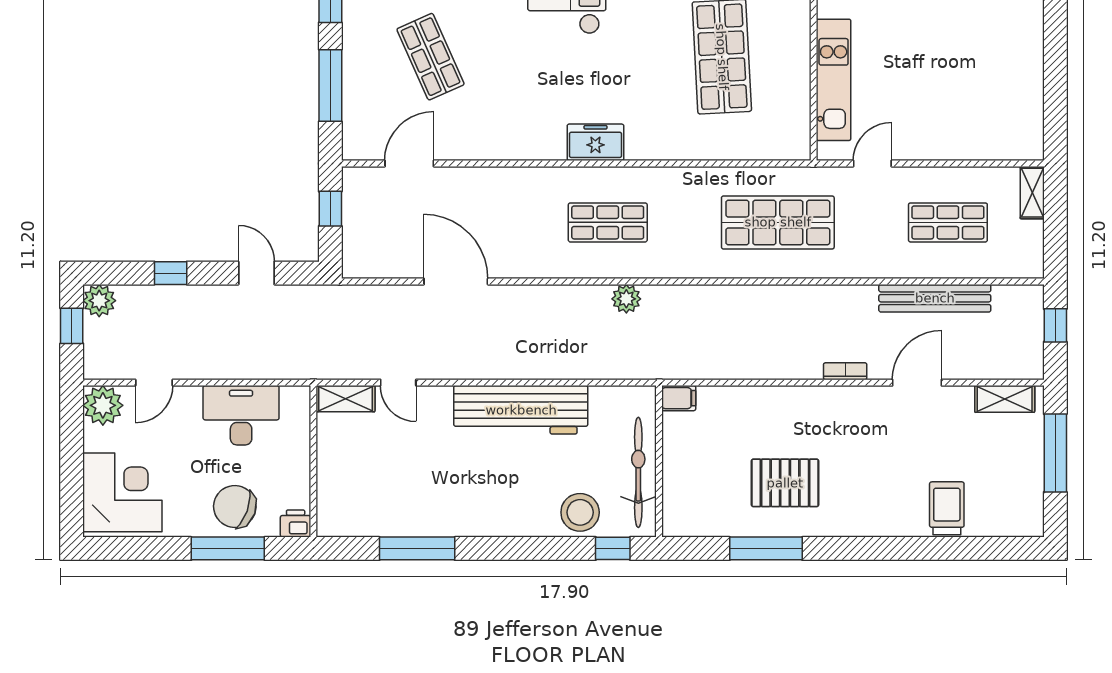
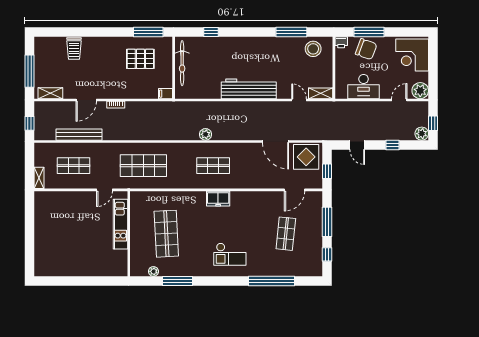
shop shelf: (431, 57) -> (286, 234), turned 30
display table: (381, 244) -> (306, 157), added
filing cabinet: (679, 398) -> (166, 94), moved
wall: (659, 461) -> (174, 68), moved
bicycle: (638, 472) -> (182, 63), moved
stool: (580, 512) -> (313, 49), moved

